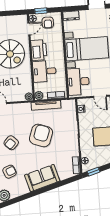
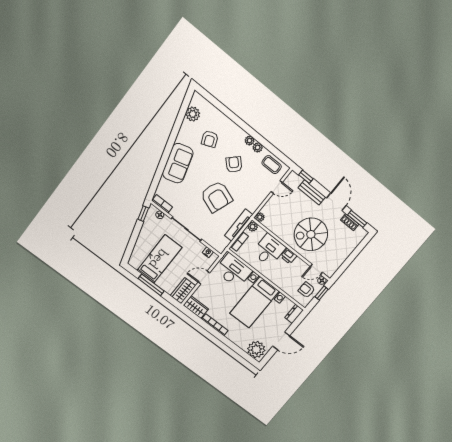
door: (29, 29) -> (316, 269), hinge flipped
printer: (39, 50) -> (289, 256), width x0.53, depth x0.68

